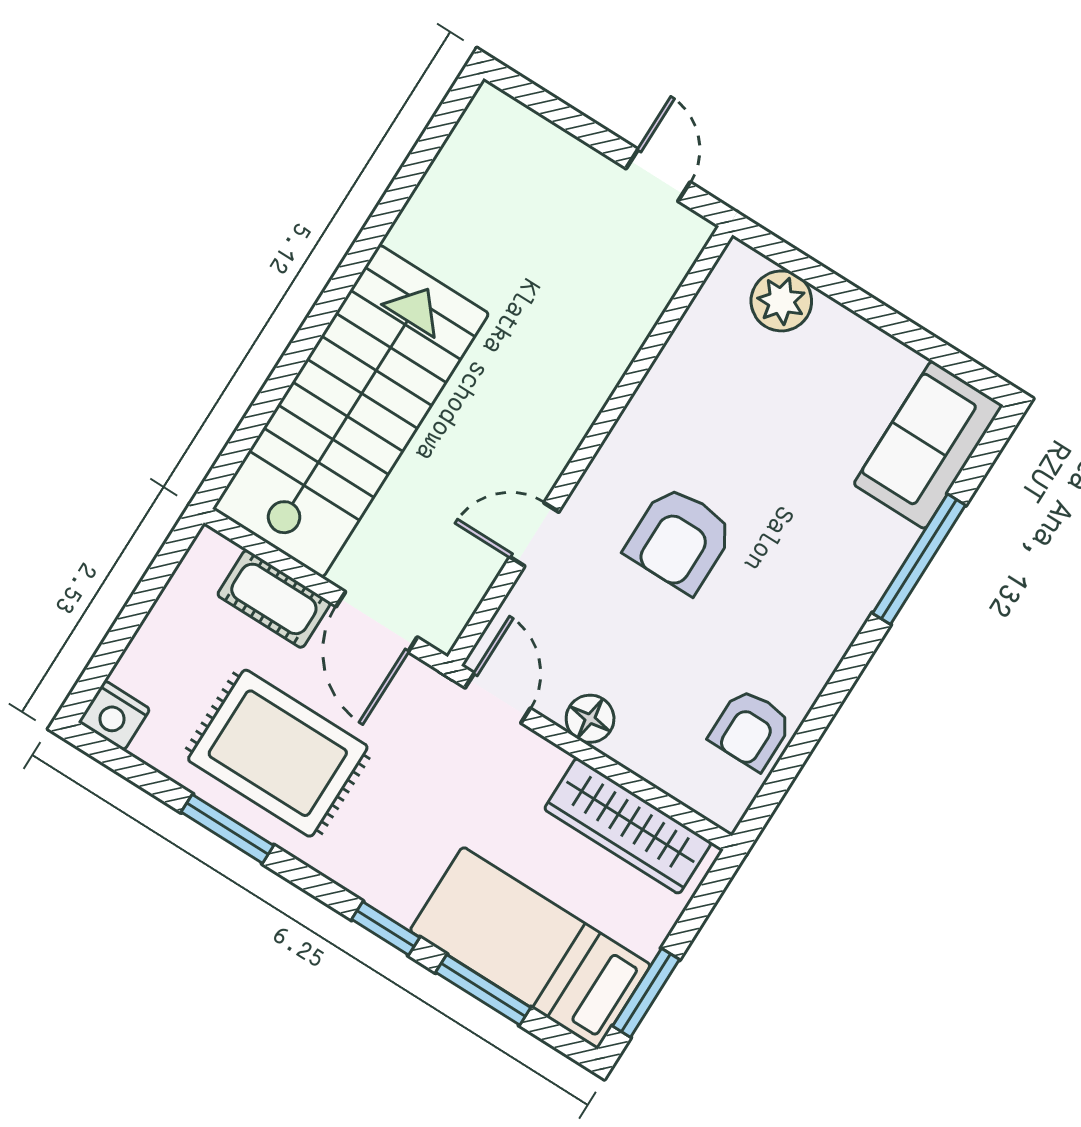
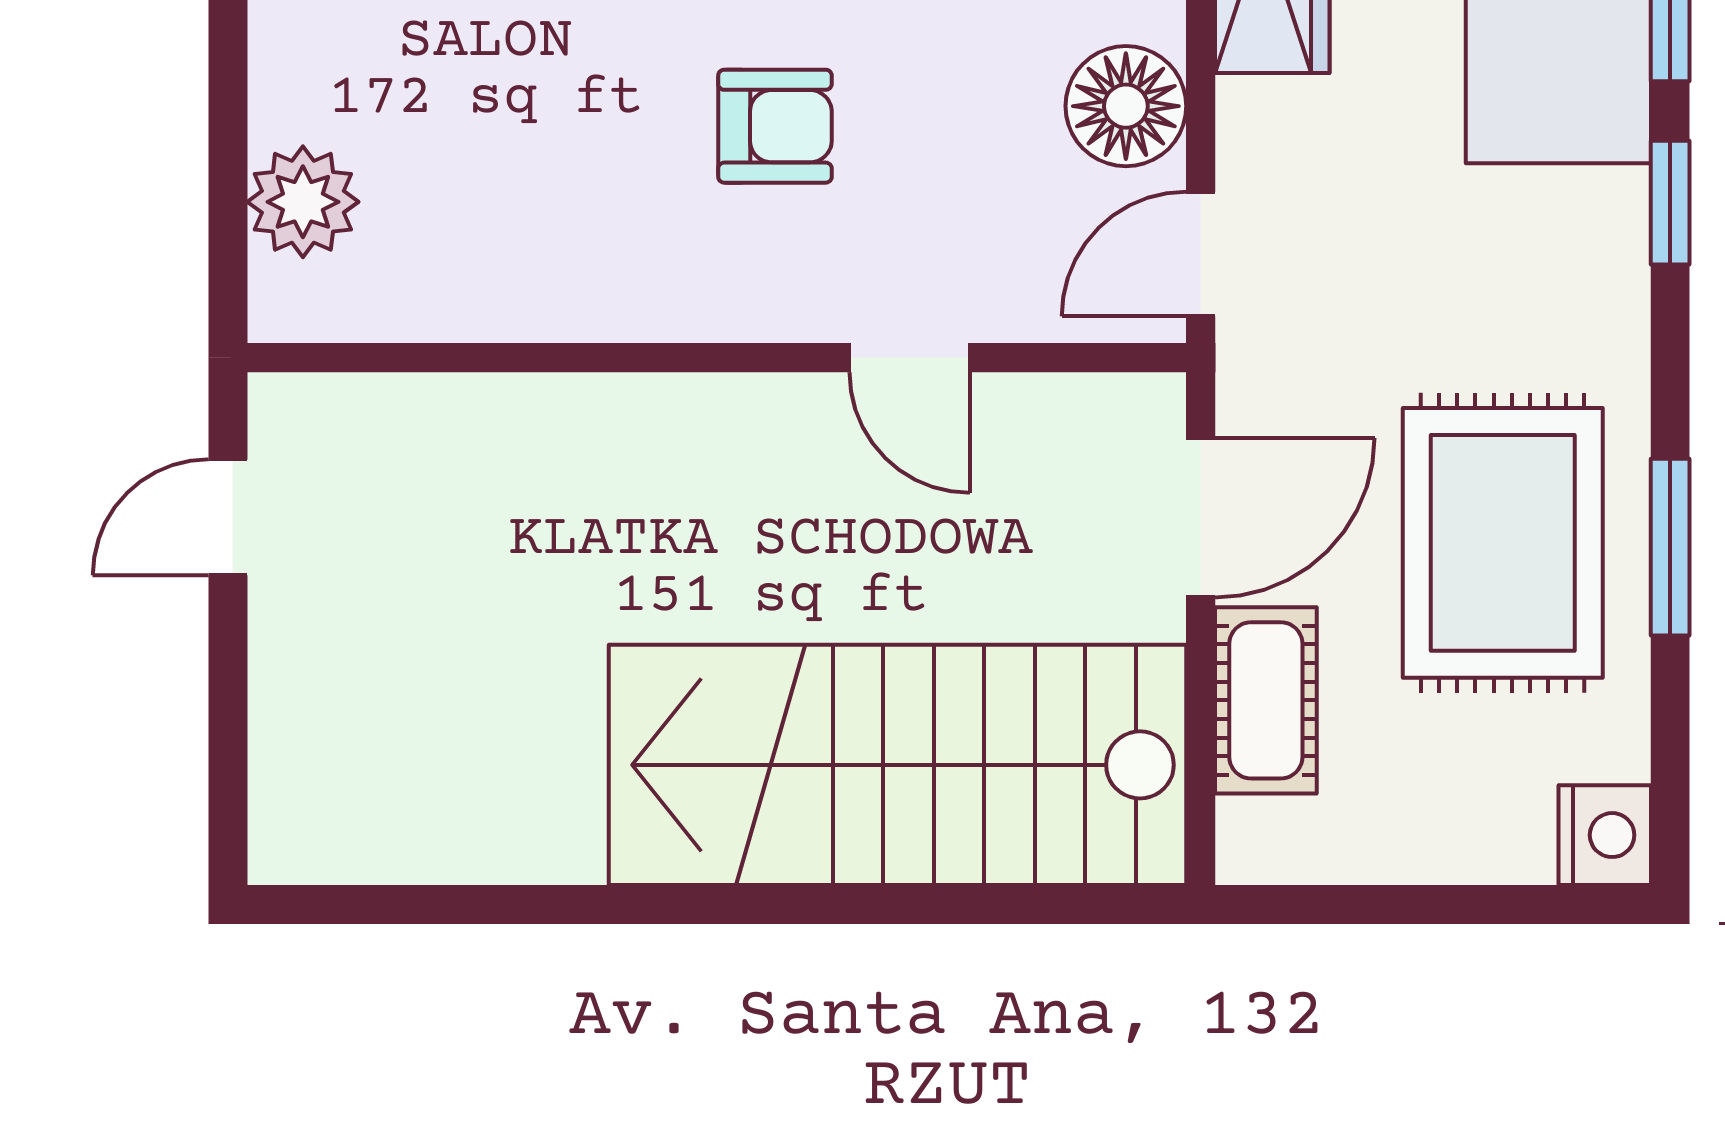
armchair: (680, 540) -> (775, 126), width x0.72, depth x0.72
floor lamp: (590, 719) -> (1126, 106), width x1.38, depth x1.38

